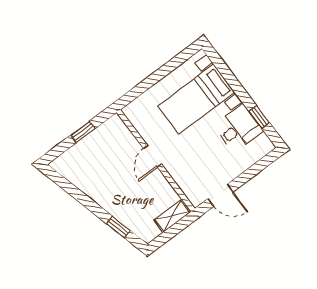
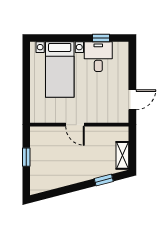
shelving: (172, 216) -> (122, 155), moved

